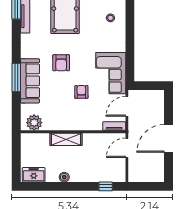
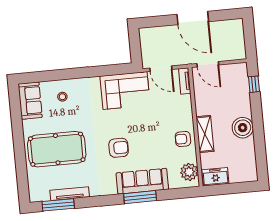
armchair: (81, 92) -> (183, 139), moved
freezer: (34, 175) -> (215, 177), moved, turned 90
boiler: (64, 177) -> (243, 128), width x1.86, depth x1.86

